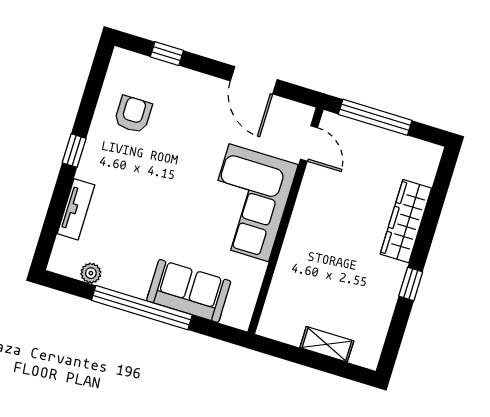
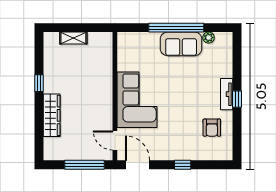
window: (167, 54) -> (183, 165), moved
door: (254, 80) -> (138, 165), moved
tv unit: (76, 209) -> (227, 94), moved
sofa: (189, 291) -> (181, 44), moved

